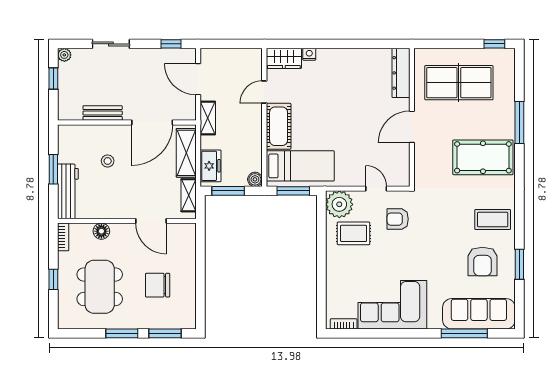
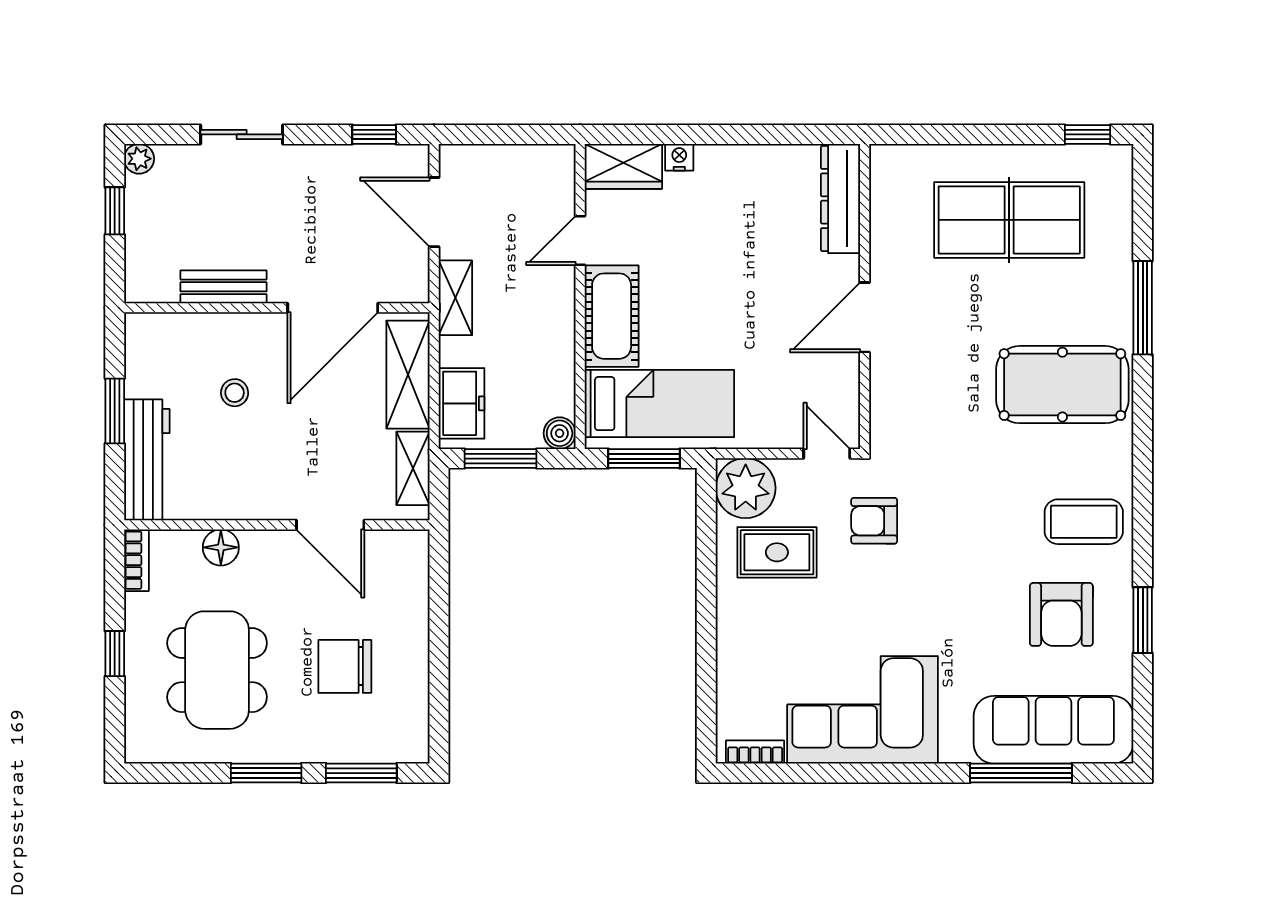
dresser: (401, 73) -> (841, 198), moved
wall: (412, 117) -> (865, 297), moved
door: (412, 127) -> (865, 317), moved

